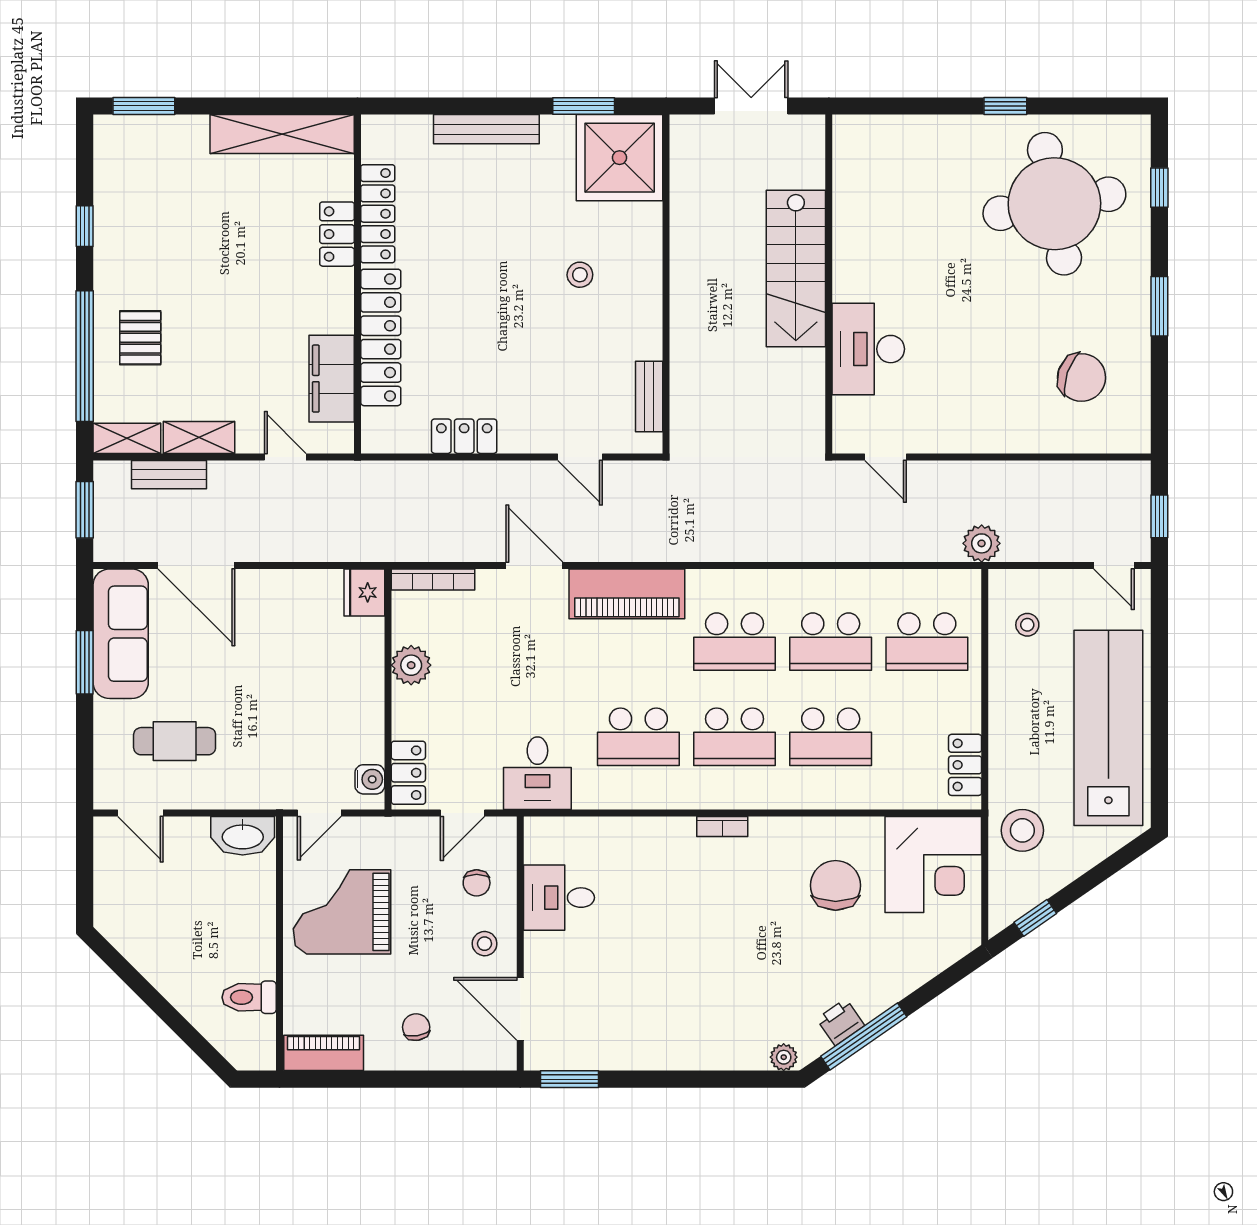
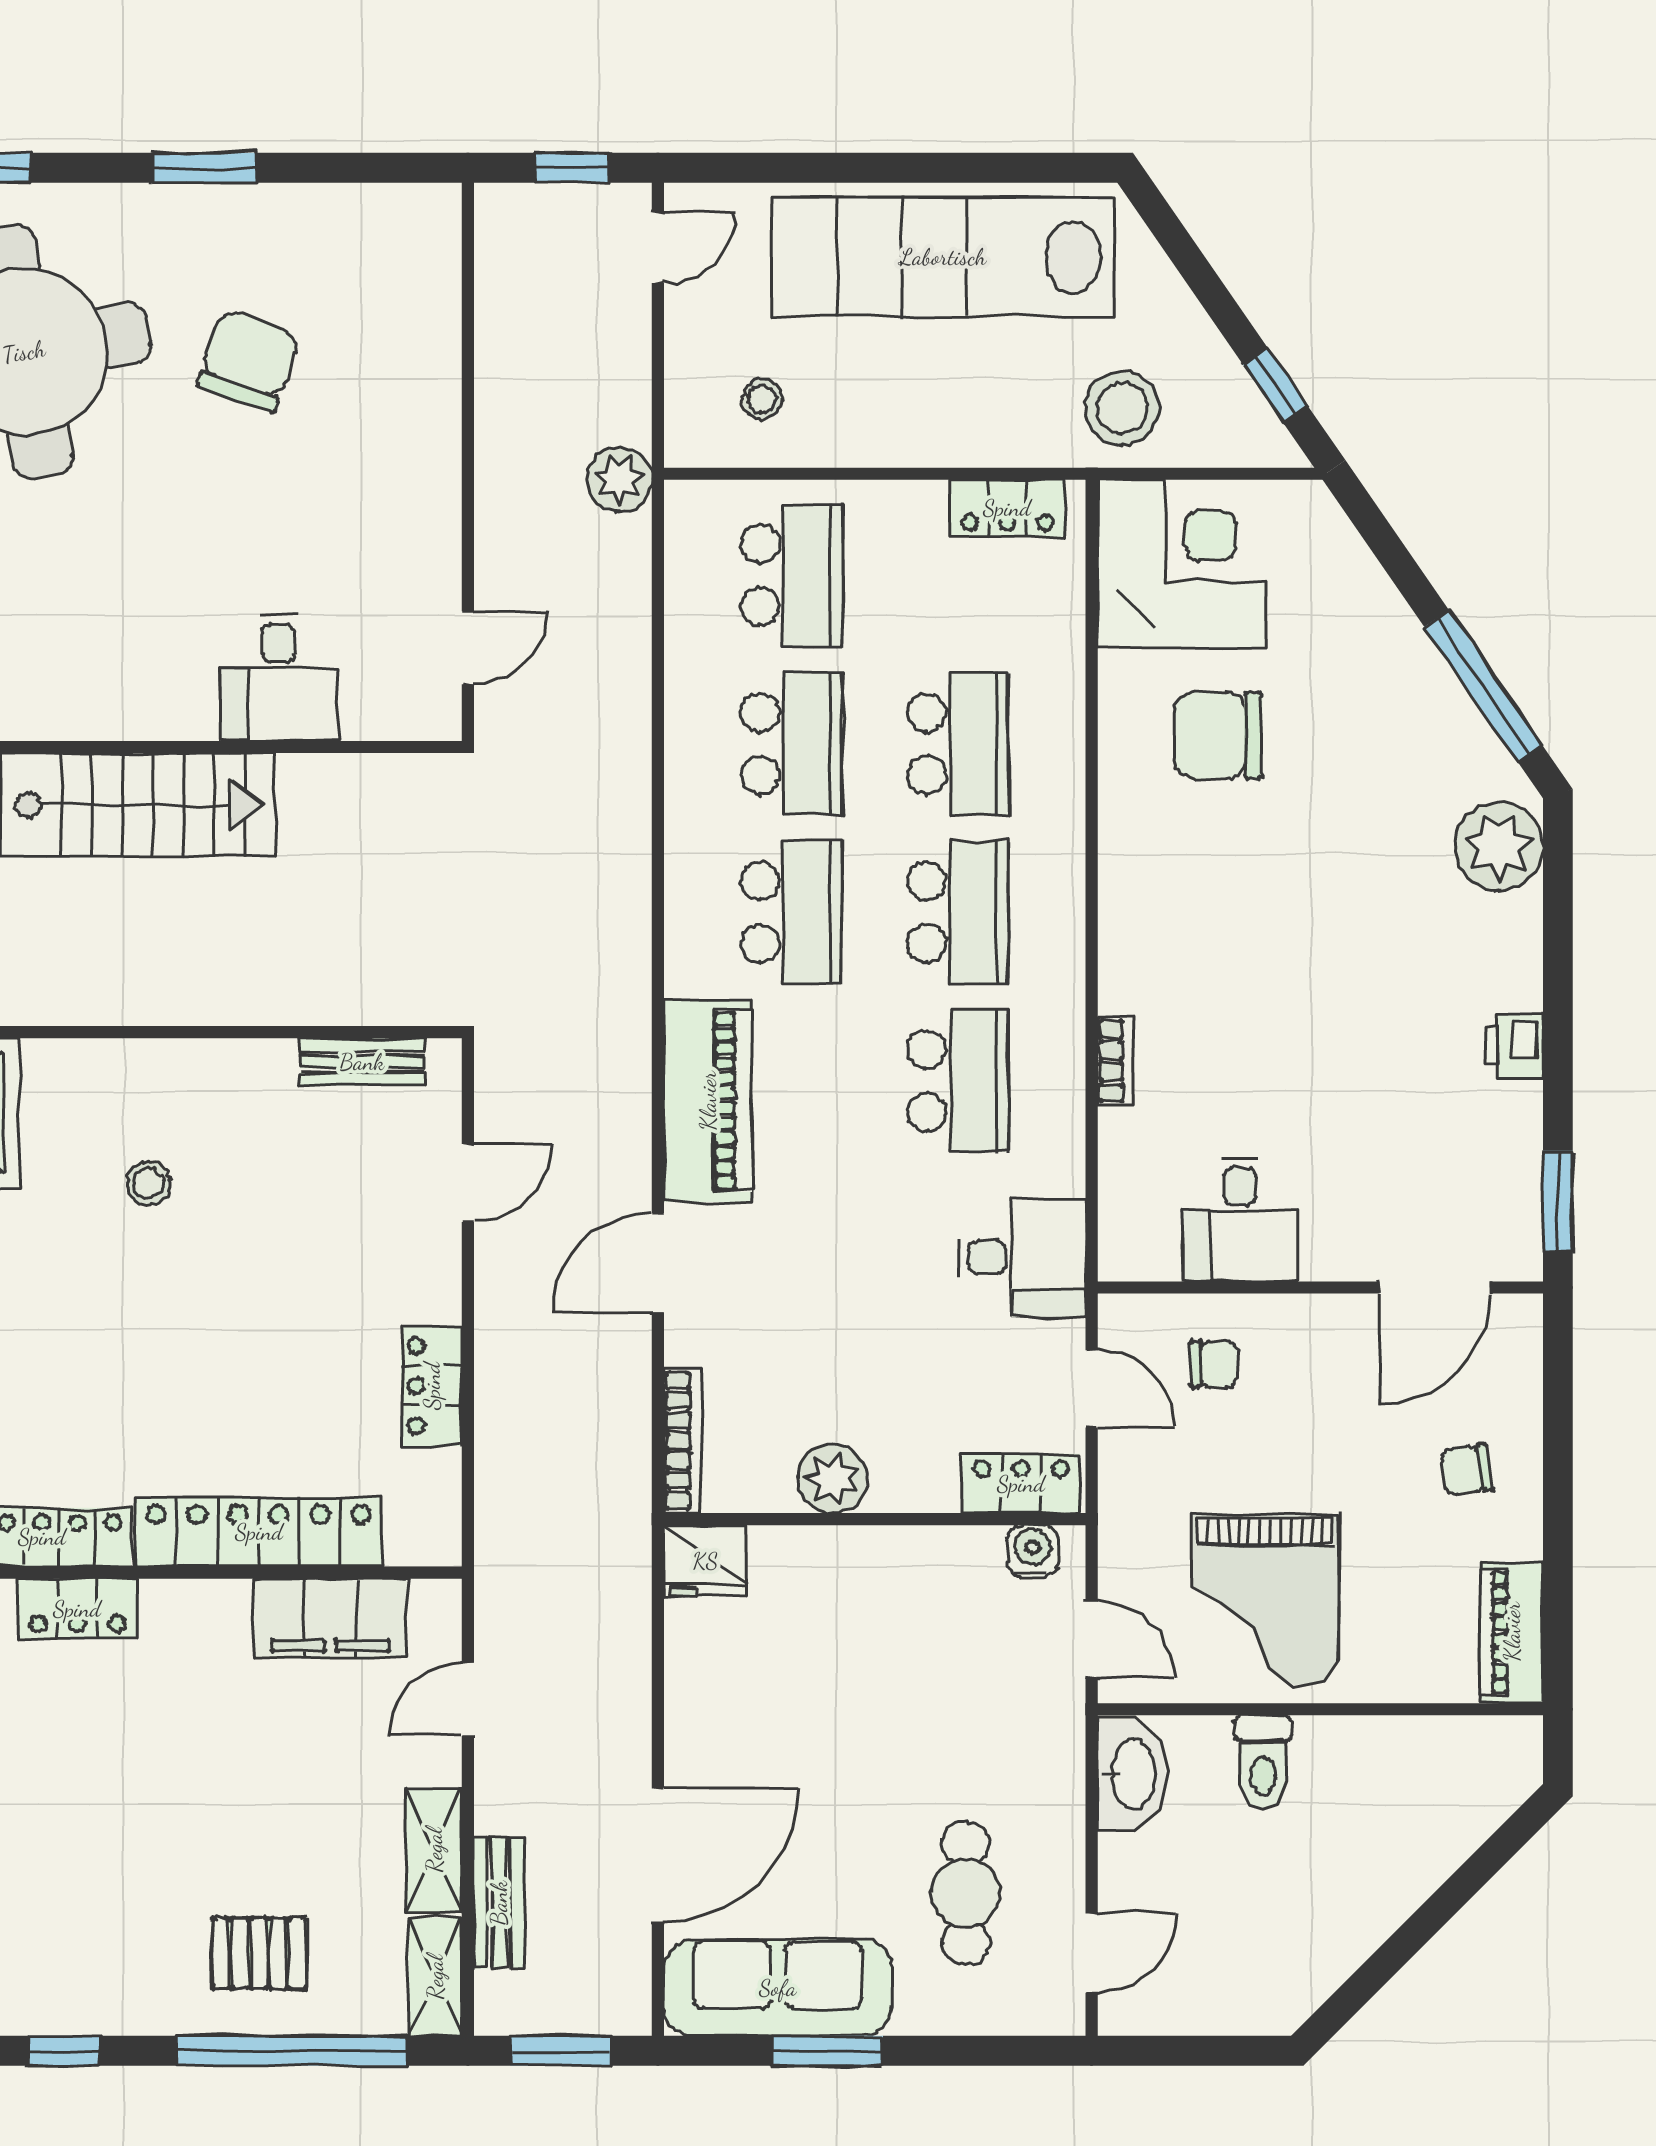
desk: (868, 349) -> (279, 678), width x0.73
chair: (1082, 377) -> (248, 360), moved
bookcase: (722, 826) -> (1115, 1061), moved
stool: (485, 944) -> (1320, 1350), removed
toilet: (249, 997) -> (1263, 1763), moved
printer: (841, 1022) -> (1514, 1045), moved, turned 35
plant: (784, 1057) -> (1499, 847), width x1.88, depth x1.88

